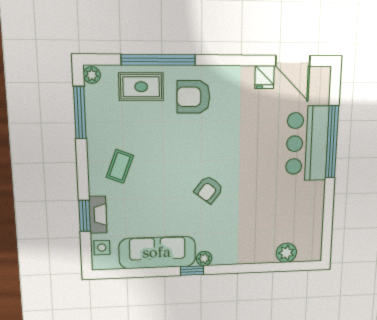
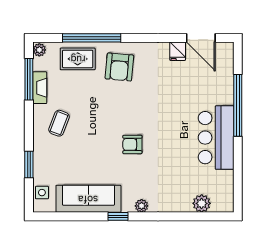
armchair: (193, 97) -> (119, 67), turned -85
bar counter: (307, 144) -> (216, 138), moved
armchair: (209, 190) -> (132, 144), turned 52
fireplace: (98, 215) -> (40, 88), moved
plant: (204, 259) -> (142, 206), moved

